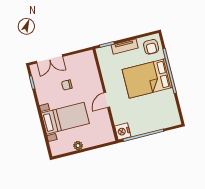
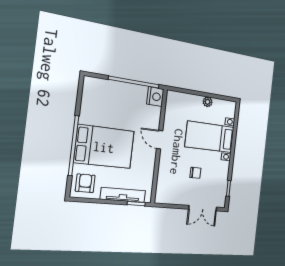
tv unit: (125, 46) -> (123, 195), width x1.41
double door: (49, 59) -> (203, 208), swing flipped
door: (107, 100) -> (160, 140), swing flipped

